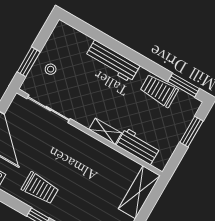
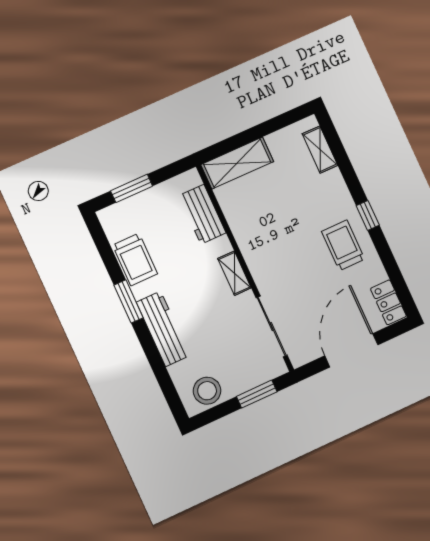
stool: (51, 69) -> (207, 391), moved, width x1.89, depth x1.89
window: (184, 85) -> (128, 301), moved
shelving: (105, 131) -> (234, 273), moved

